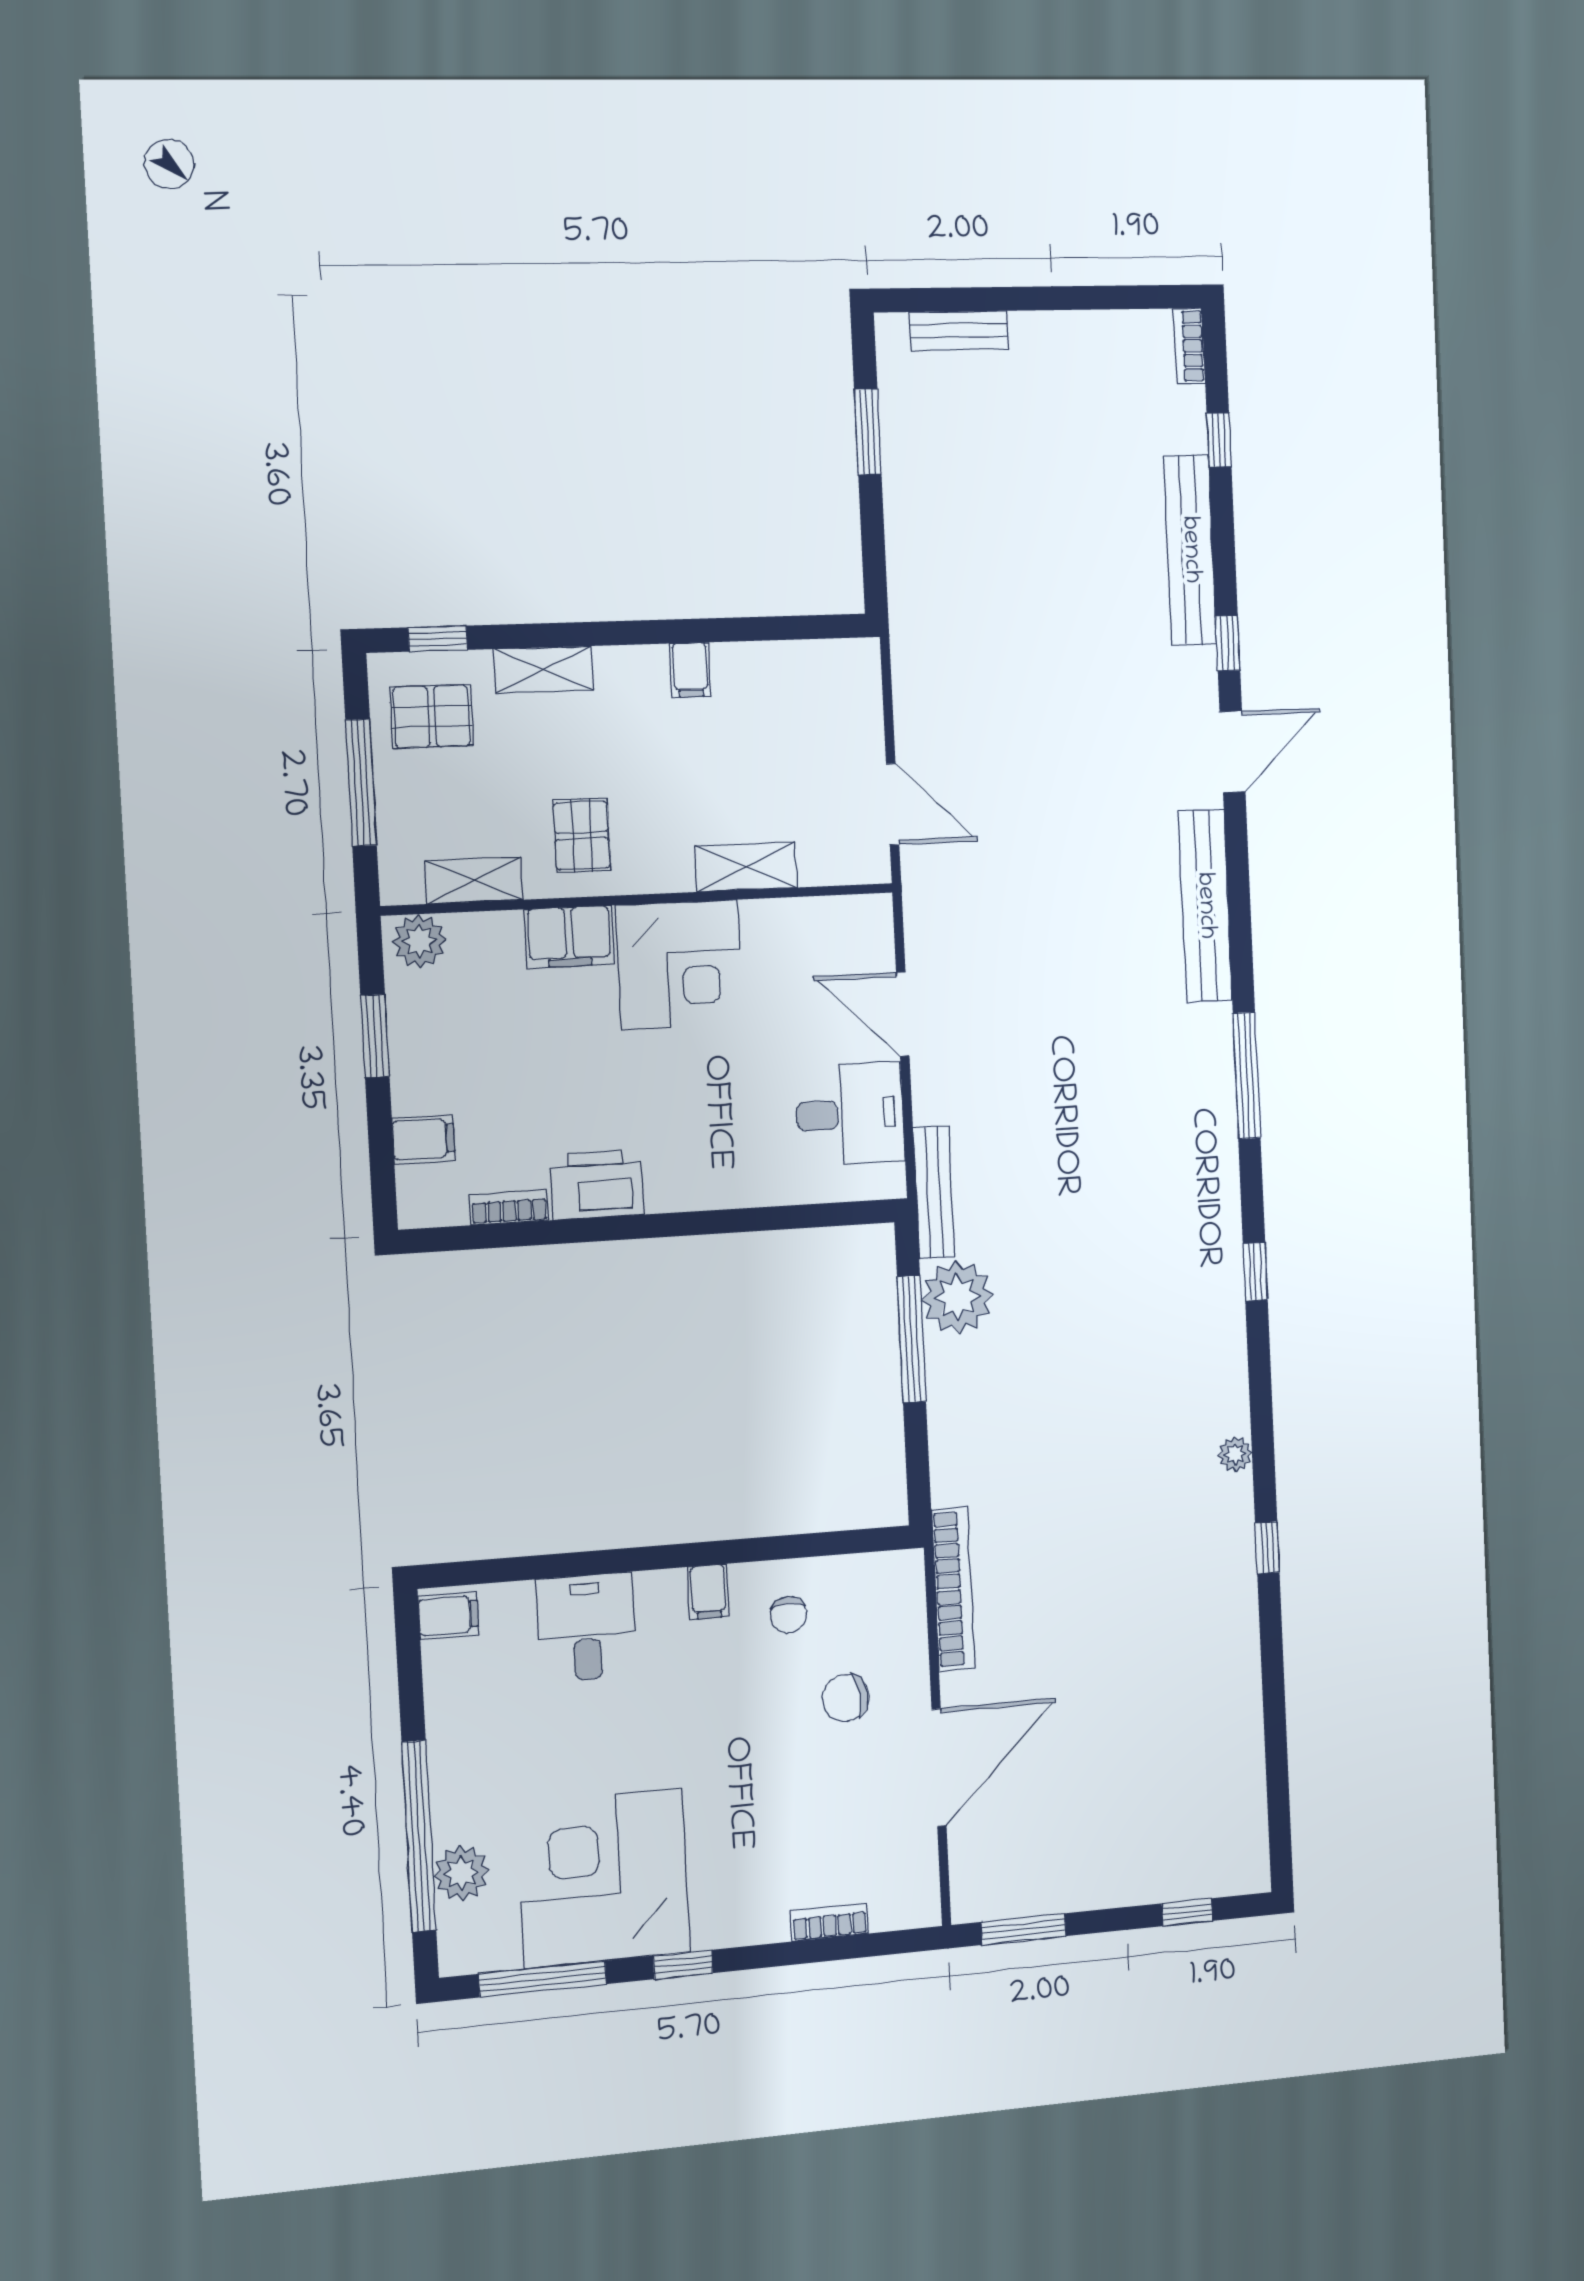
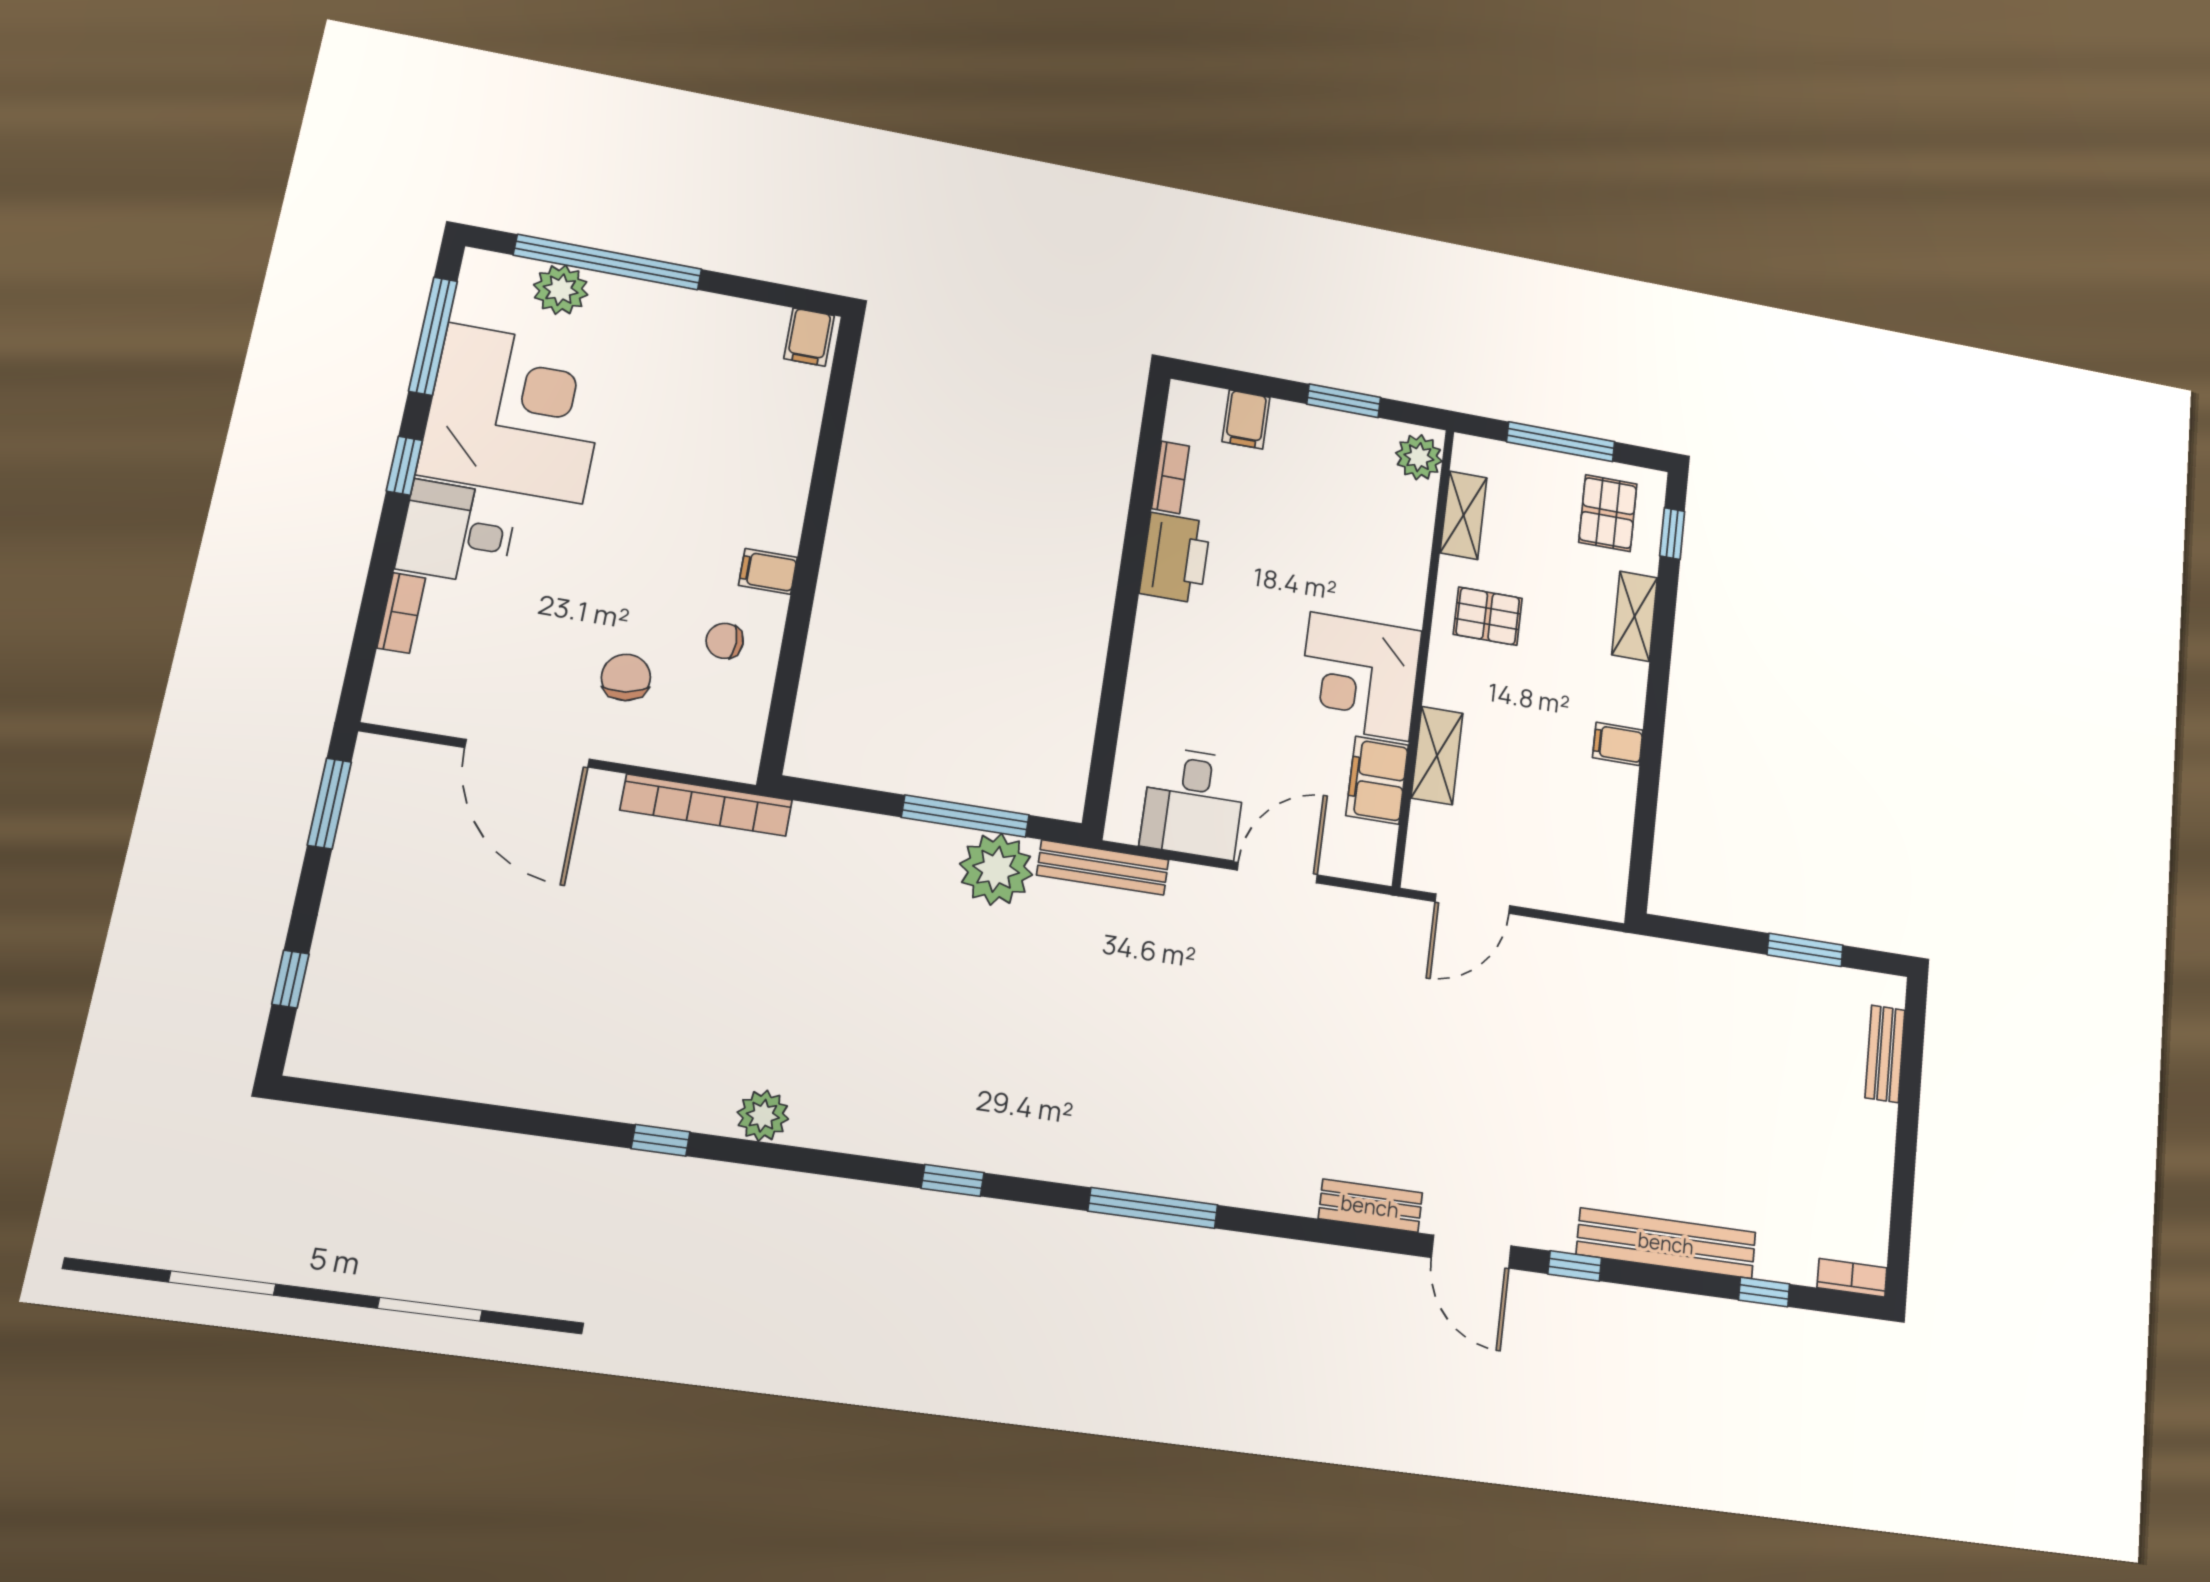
bench: (1205, 906) -> (1370, 1206), width x0.54, depth x0.82
filing cabinet: (569, 937) -> (1377, 780), moved
plant: (1235, 1454) -> (763, 1116), width x1.38, depth x1.38
desk: (586, 1627) -> (457, 533), moved, turned 180

